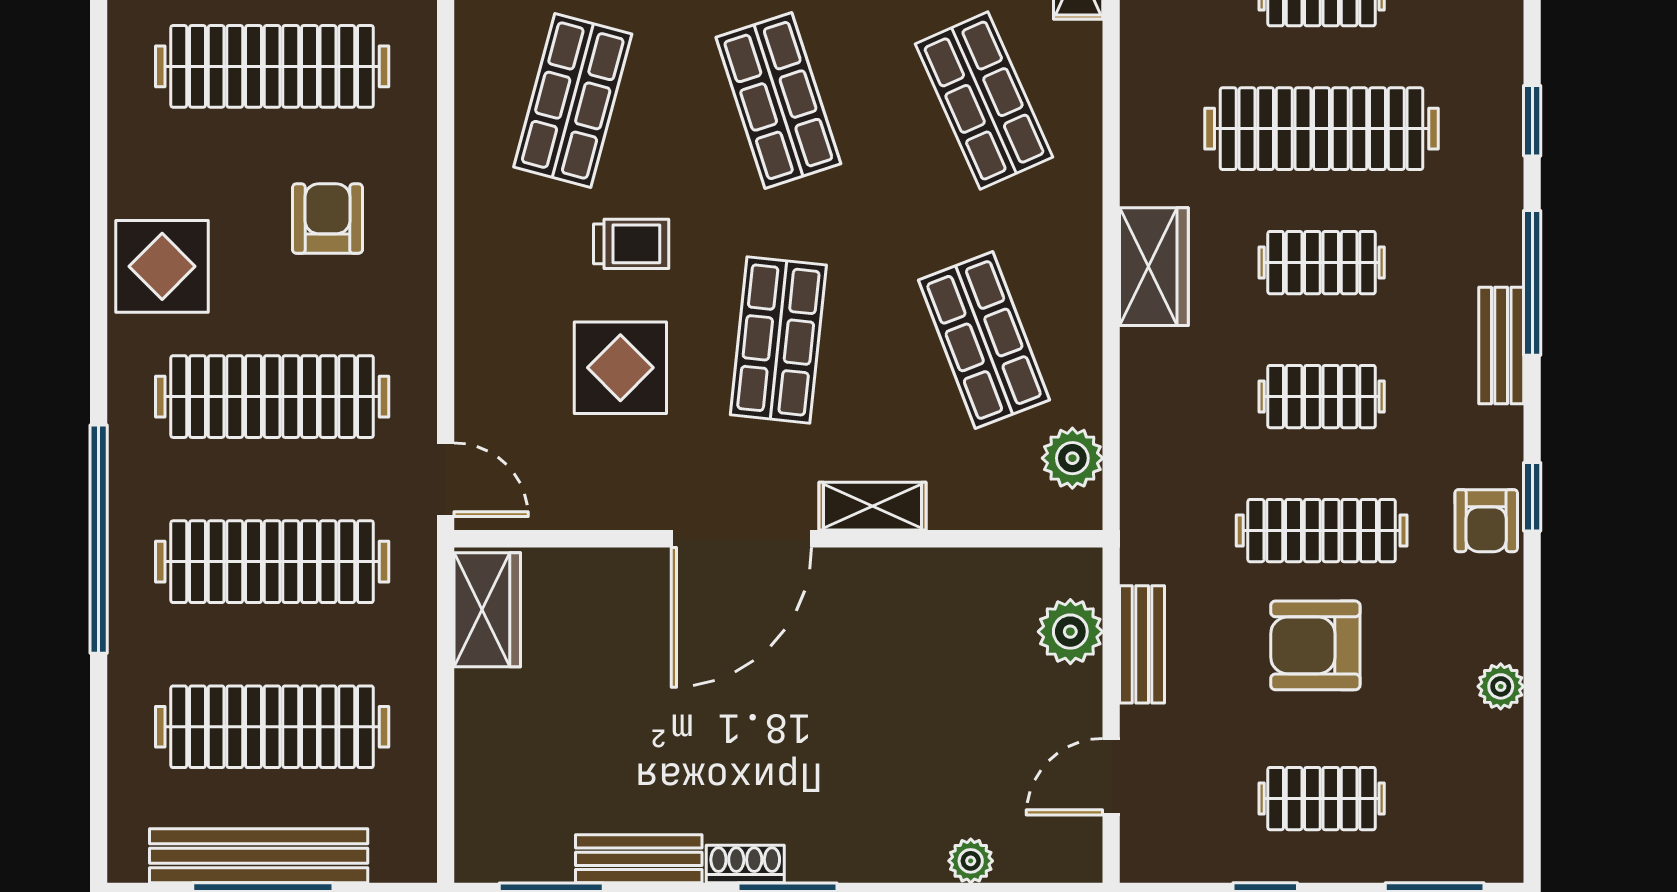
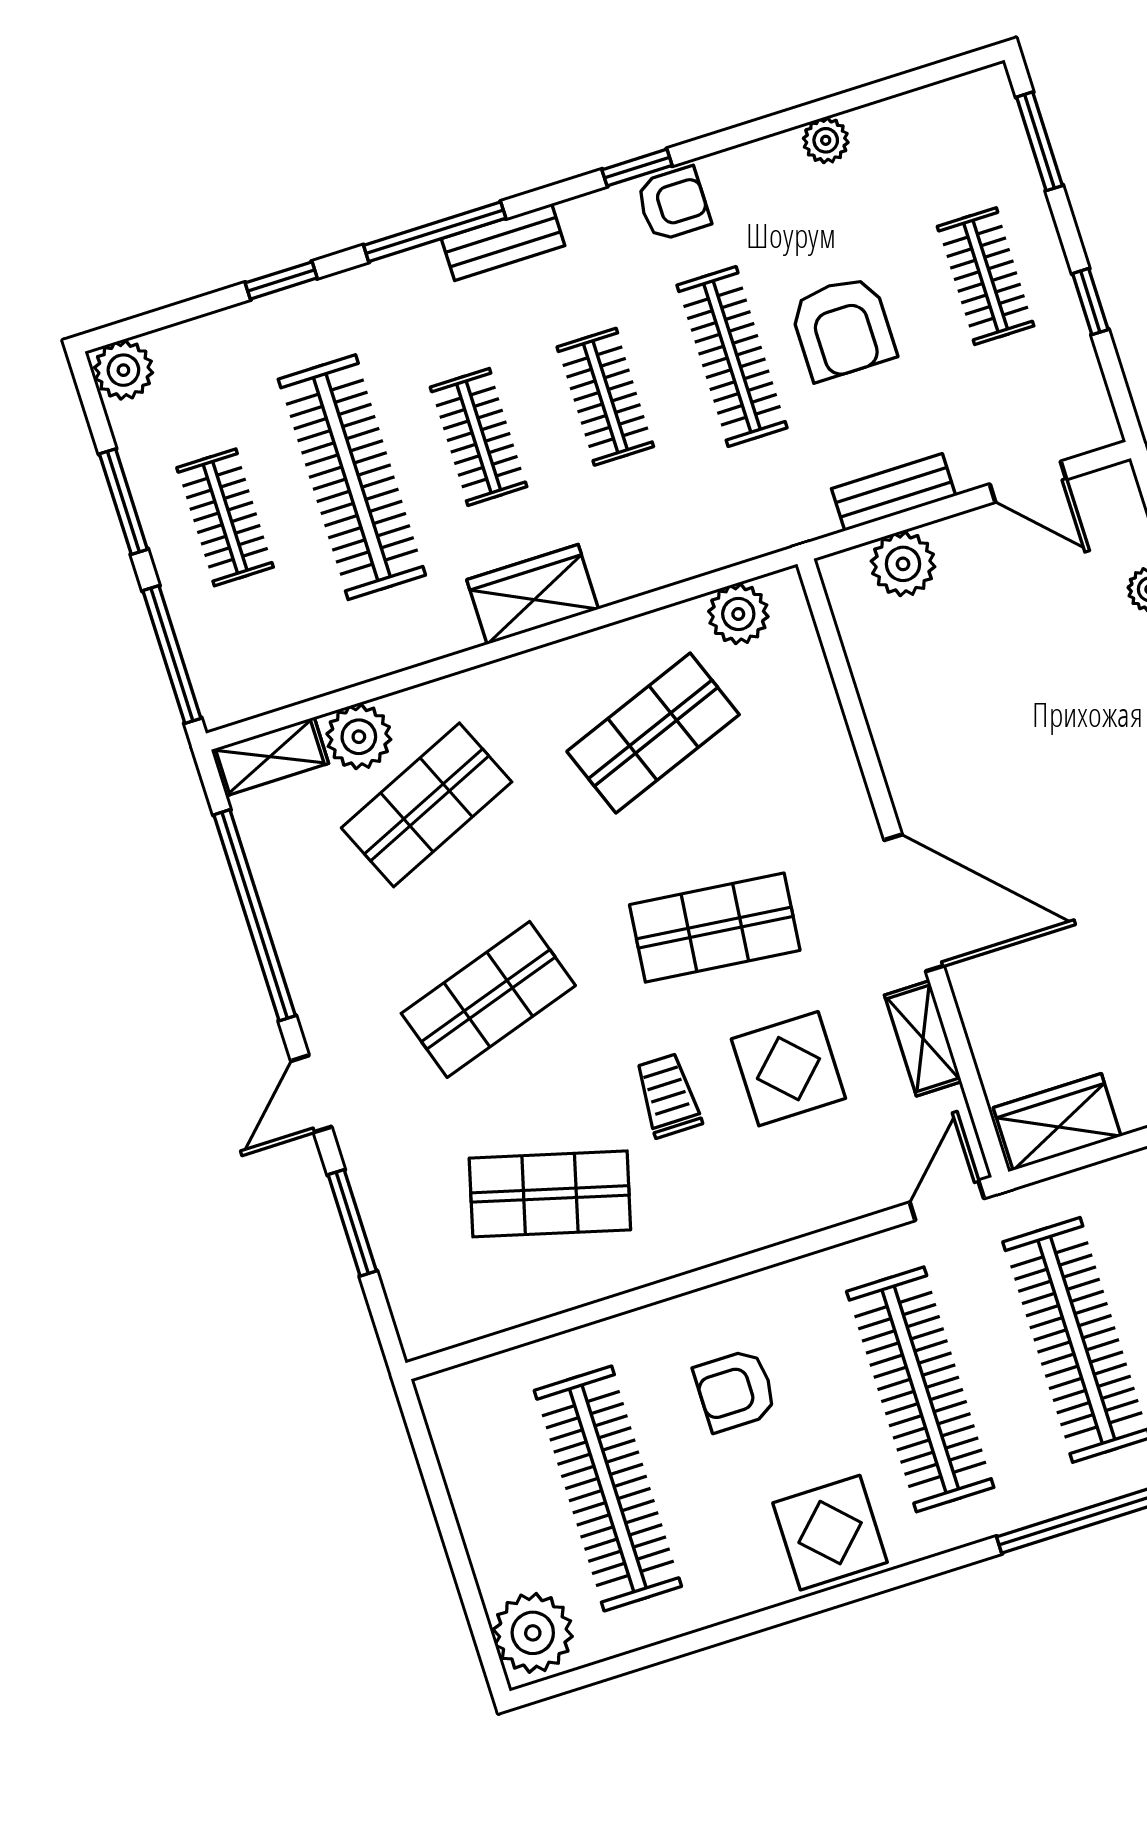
plant: (1070, 56) -> (359, 737), added
shelving: (872, 506) -> (923, 1038), moved

